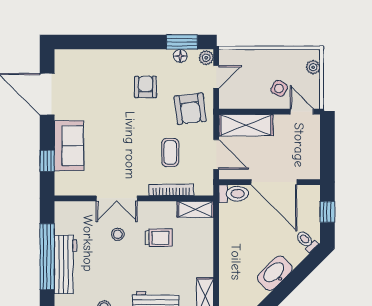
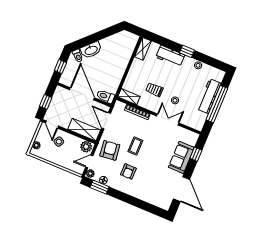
plant: (231, 99) -> (86, 147), added
window: (327, 144) -> (46, 102), added
coffee table: (170, 152) -> (135, 146), moved
washbasin: (275, 273) -> (91, 50), moved

